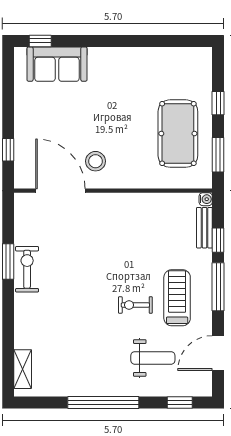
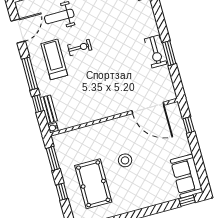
sofa: (57, 64) -> (187, 176), moved, turned -90
pool table: (178, 134) -> (93, 184), moved
stool: (96, 161) -> (125, 160), moved
treadmill: (177, 298) -> (54, 59), turned 180

